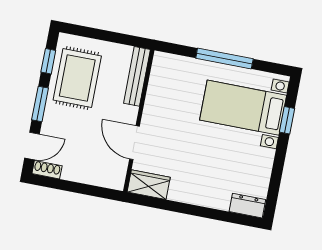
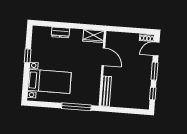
window: (224, 58) -> (76, 107), moved
rug: (77, 78) -> (137, 87), removed
window: (287, 120) -> (28, 56), moved
dresser: (247, 206) -> (60, 32), moved

